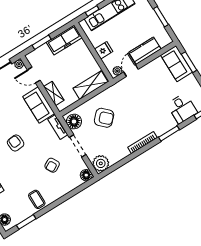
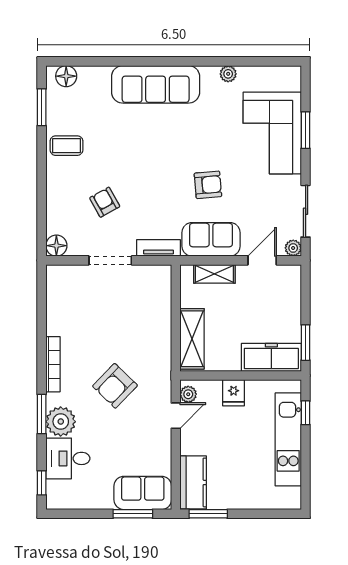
window: (161, 17) -> (208, 514), moved
freezer: (64, 40) -> (271, 357), moved, turned 90
window: (42, 42) -> (306, 343), moved
kitchen counter: (145, 51) -> (193, 482), moved
door: (131, 71) -> (176, 416), hinge flipped
armchair: (104, 118) -> (115, 386), moved
floor lamp: (74, 122) -> (151, 278), removed
armchair: (16, 143) -> (208, 185), moved
plant: (101, 163) -> (61, 422), moved

